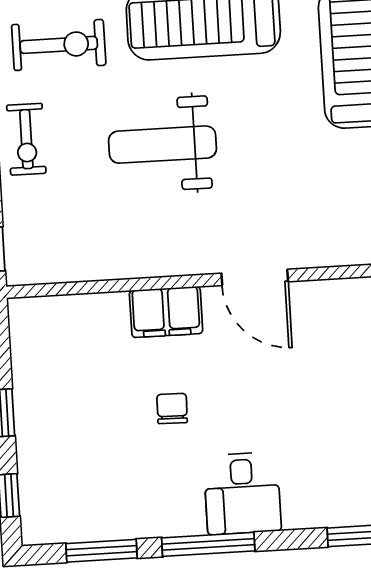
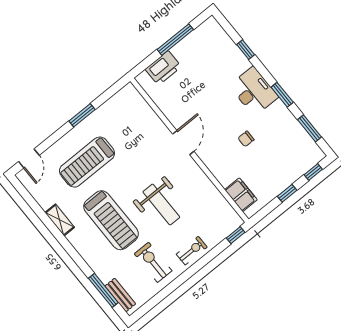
filing cabinet: (166, 312) -> (241, 195), moved
desk: (242, 493) -> (254, 91), width x1.37
window: (208, 544) -> (282, 95), width x0.69

